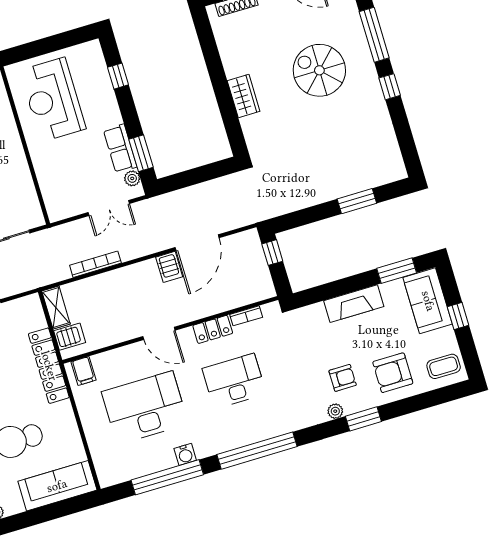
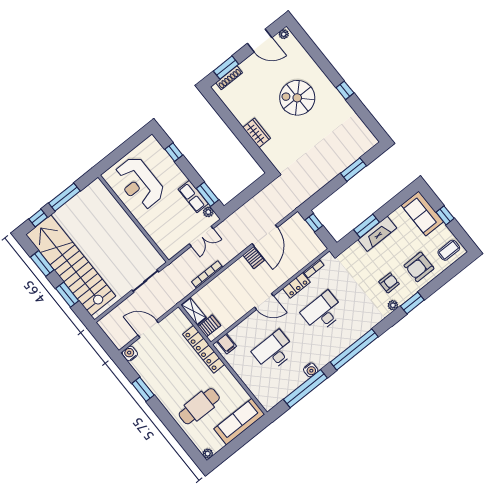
window: (374, 35) -> (322, 62), removed
window: (397, 271) -> (367, 226), moved
desk: (145, 408) -> (274, 351), width x0.73, depth x0.77

